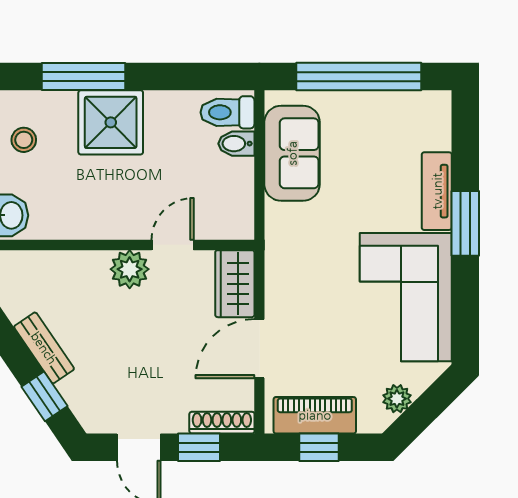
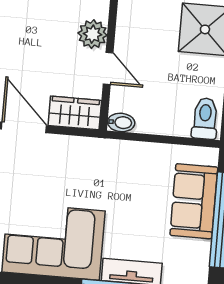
bidet: (236, 144) -> (121, 122), moved, turned 90
sofa: (292, 153) -> (194, 201), moved, turned 90

